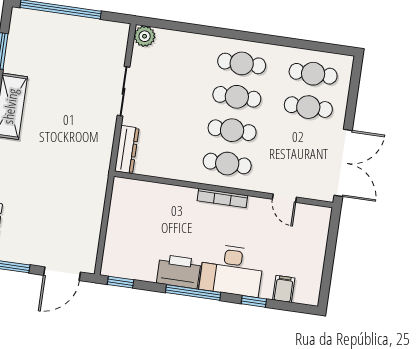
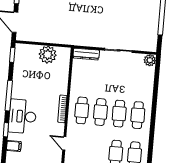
door: (284, 198) -> (64, 143), hinge flipped
plant: (124, 219) -> (48, 55), added
printer: (179, 272) -> (20, 87), removed

